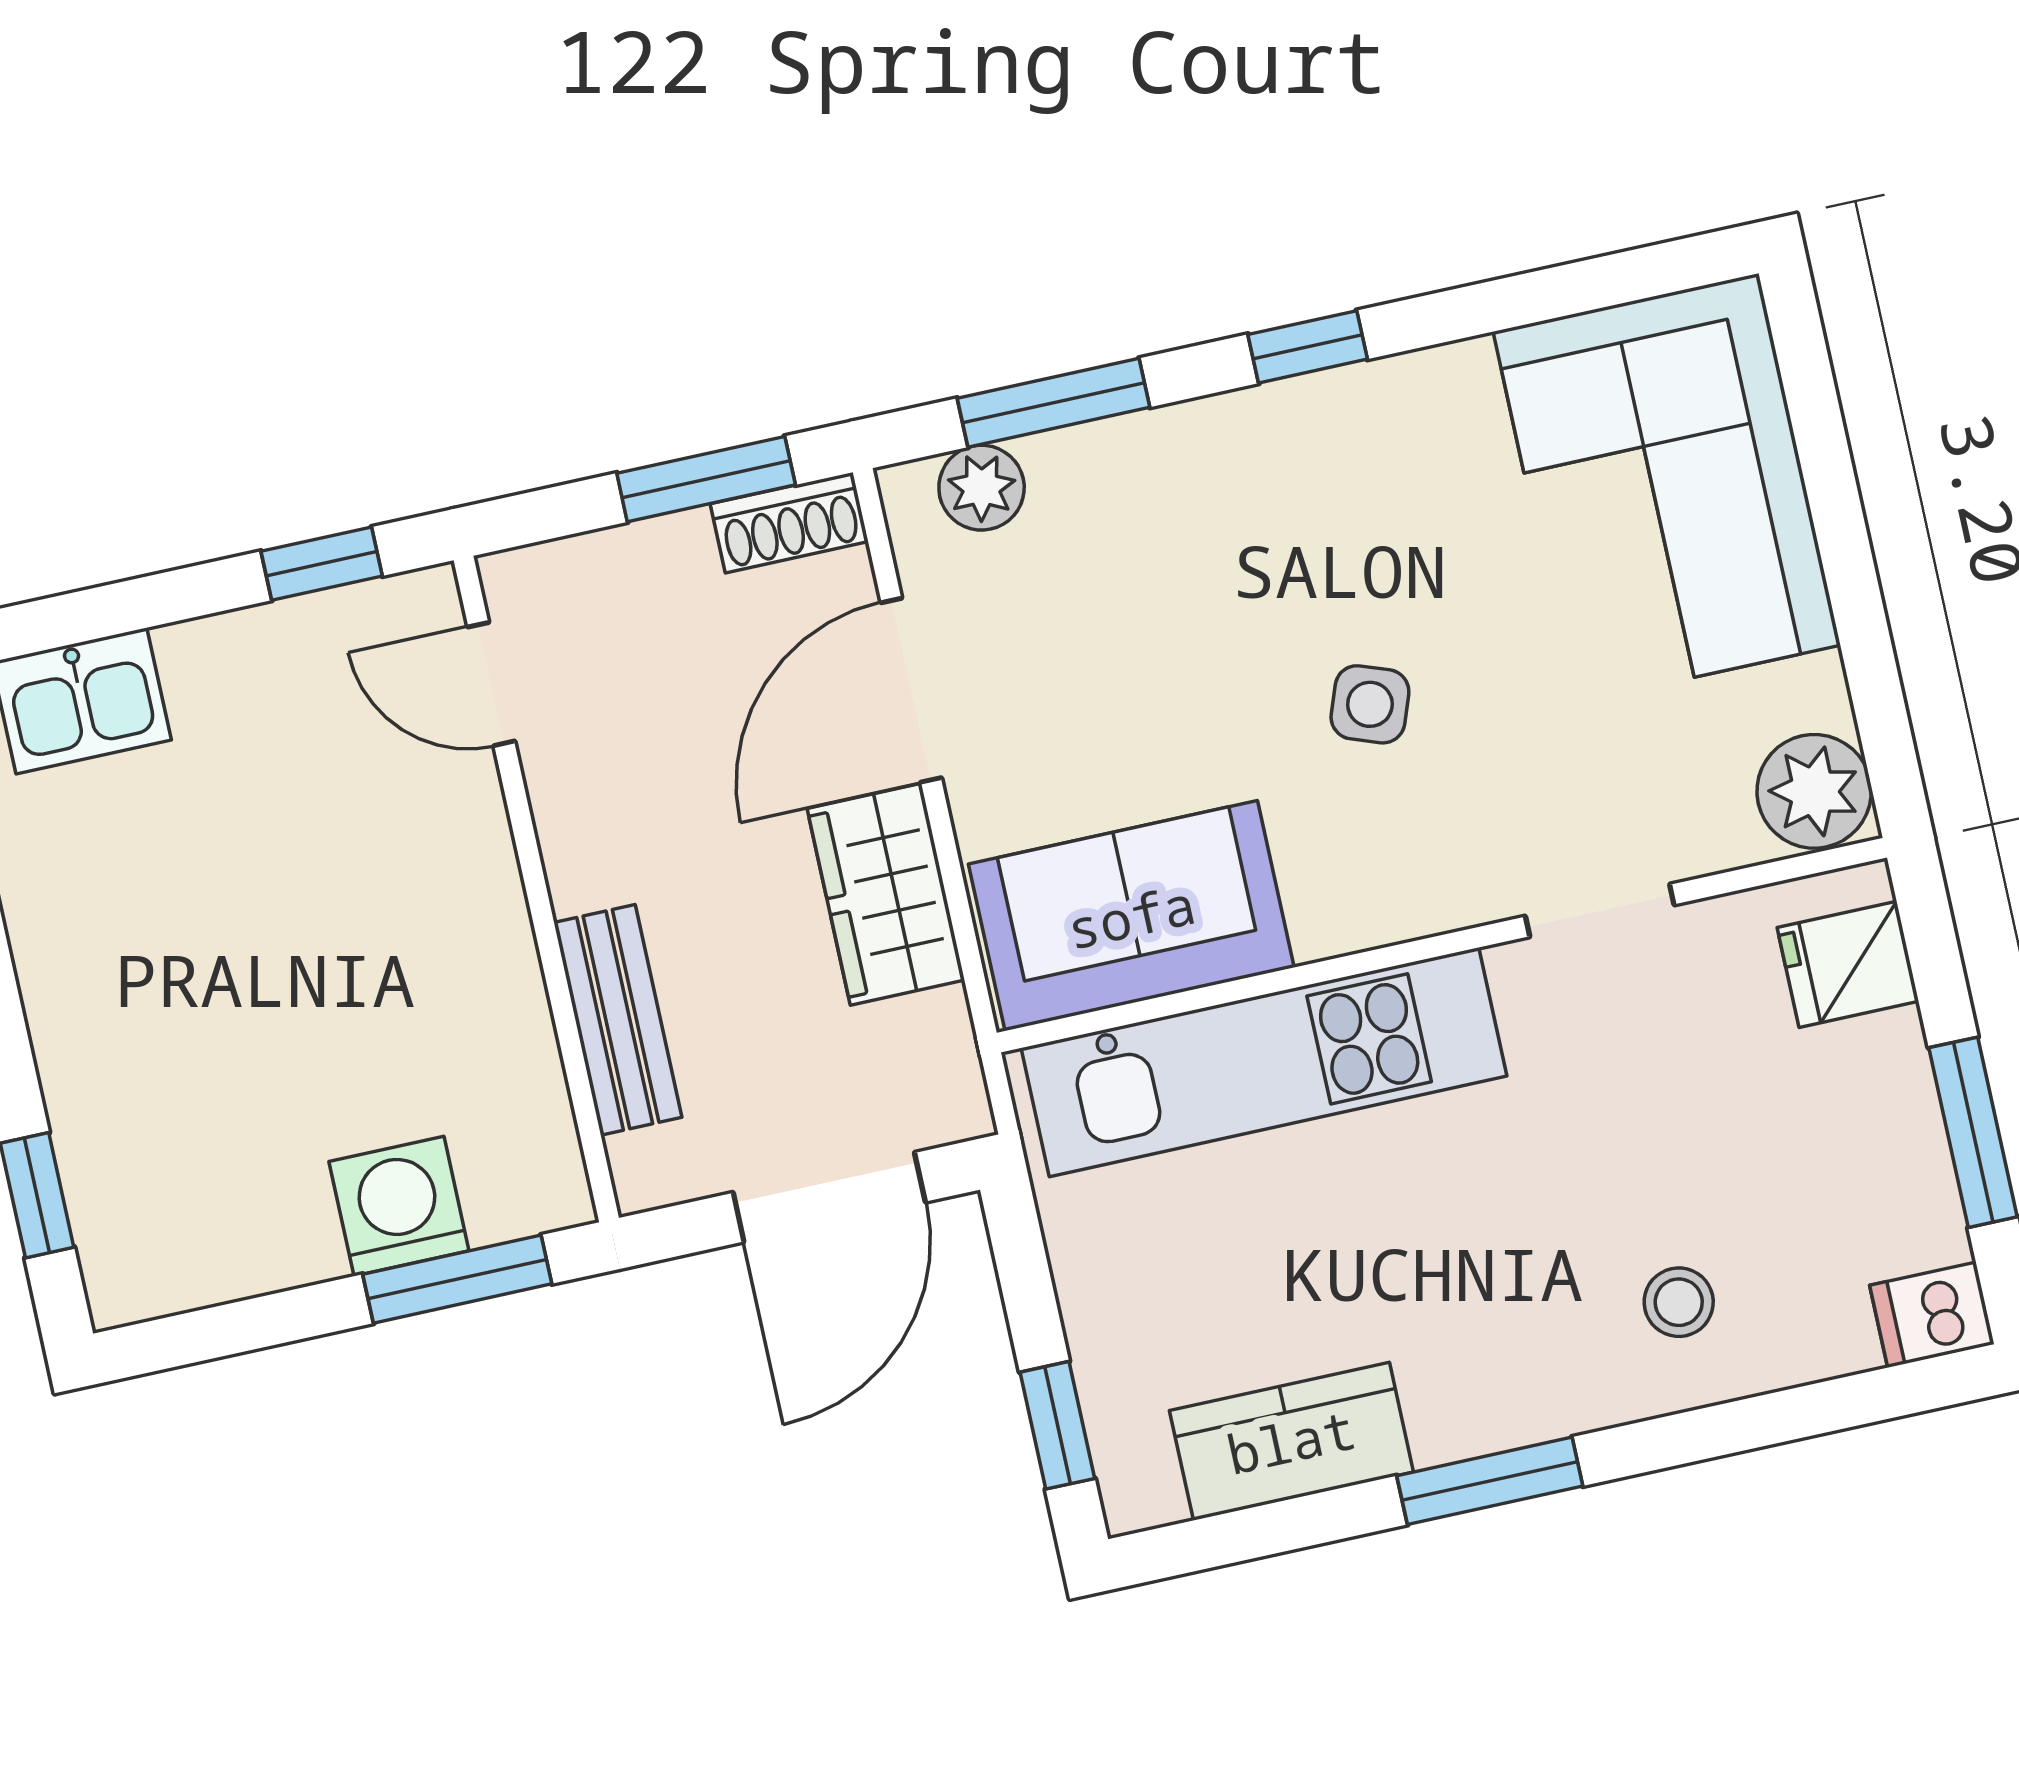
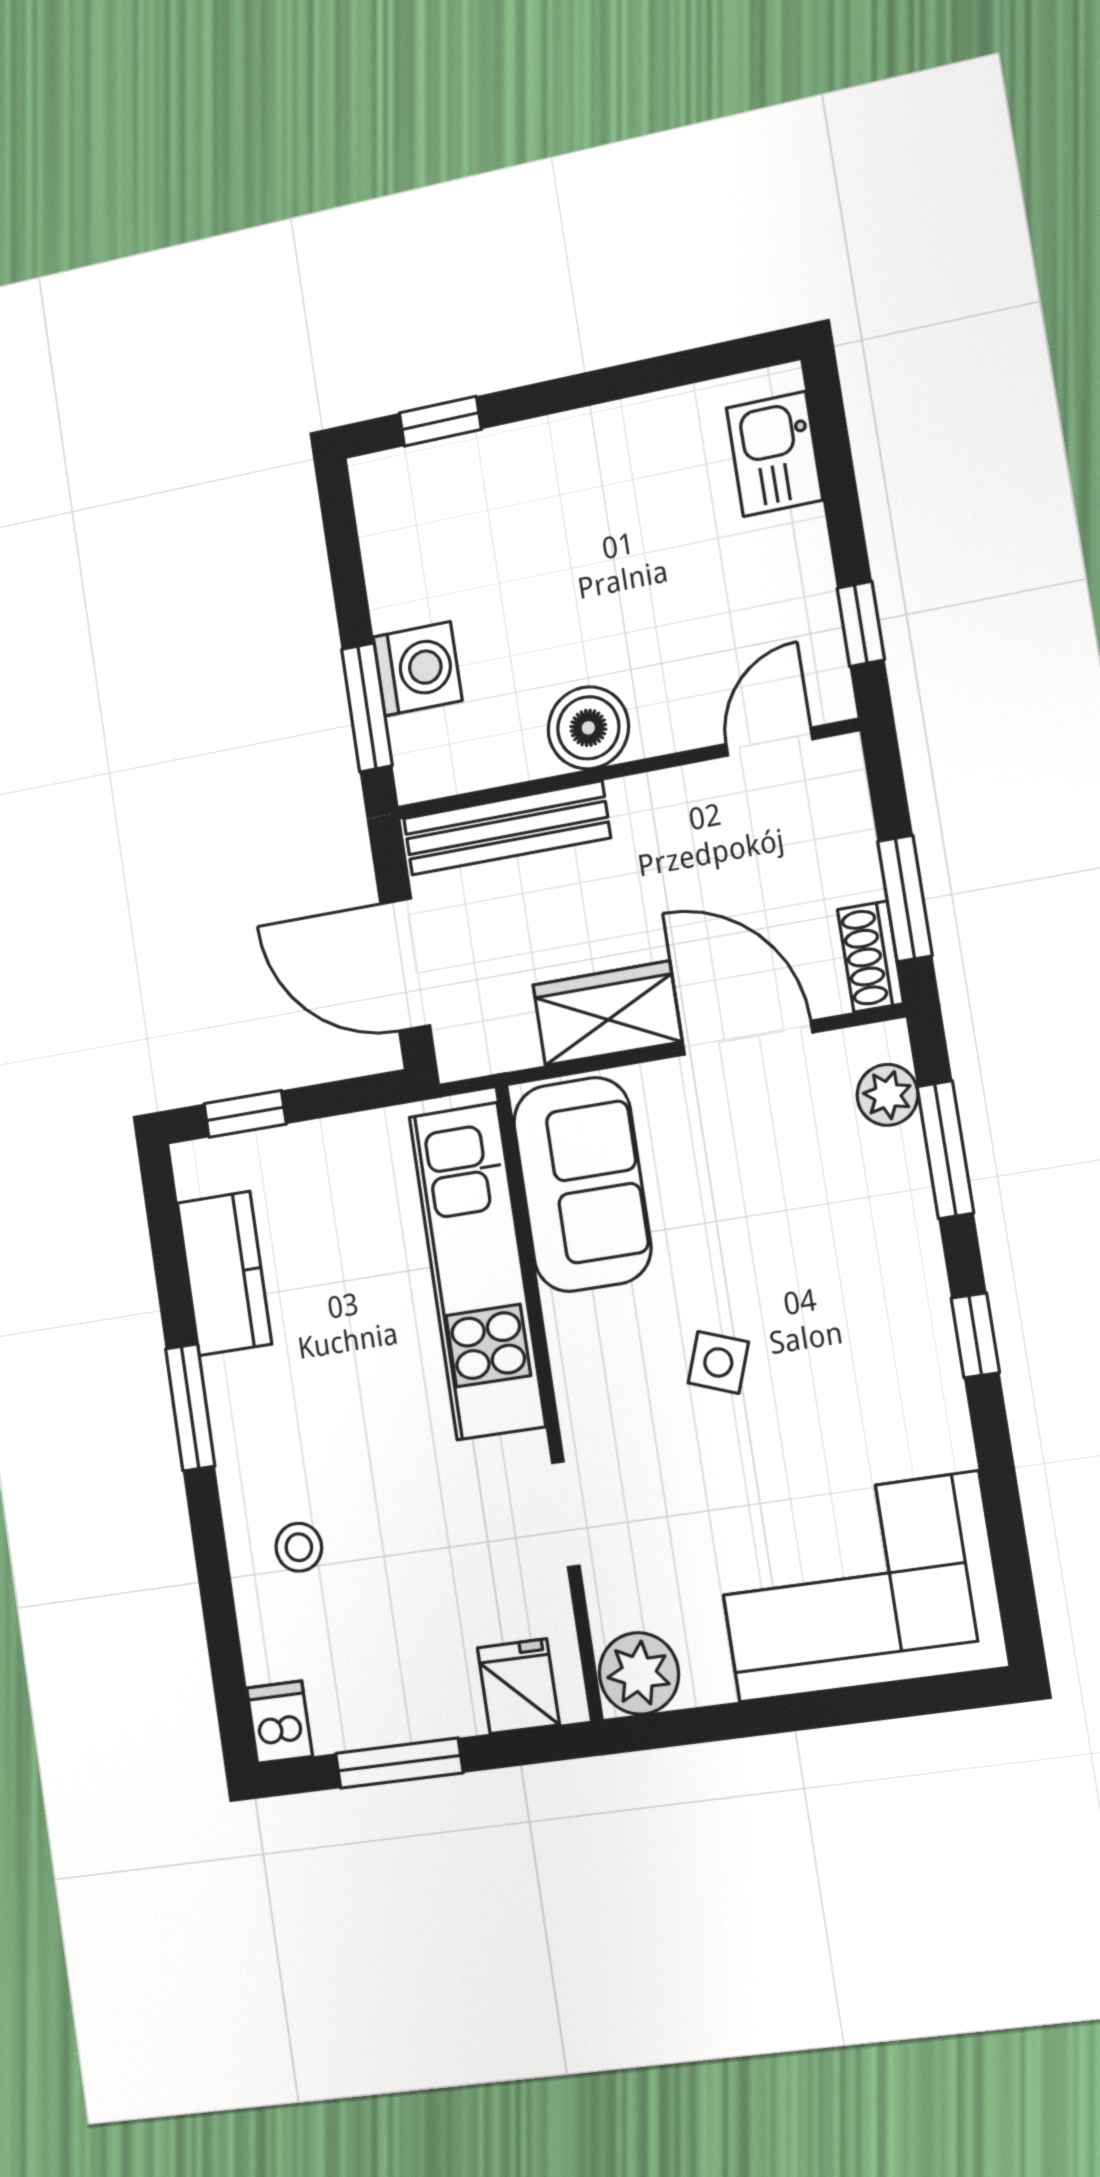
boiler: (479, 947) -> (588, 728), added
bench: (618, 1020) -> (507, 828), width x1.36

